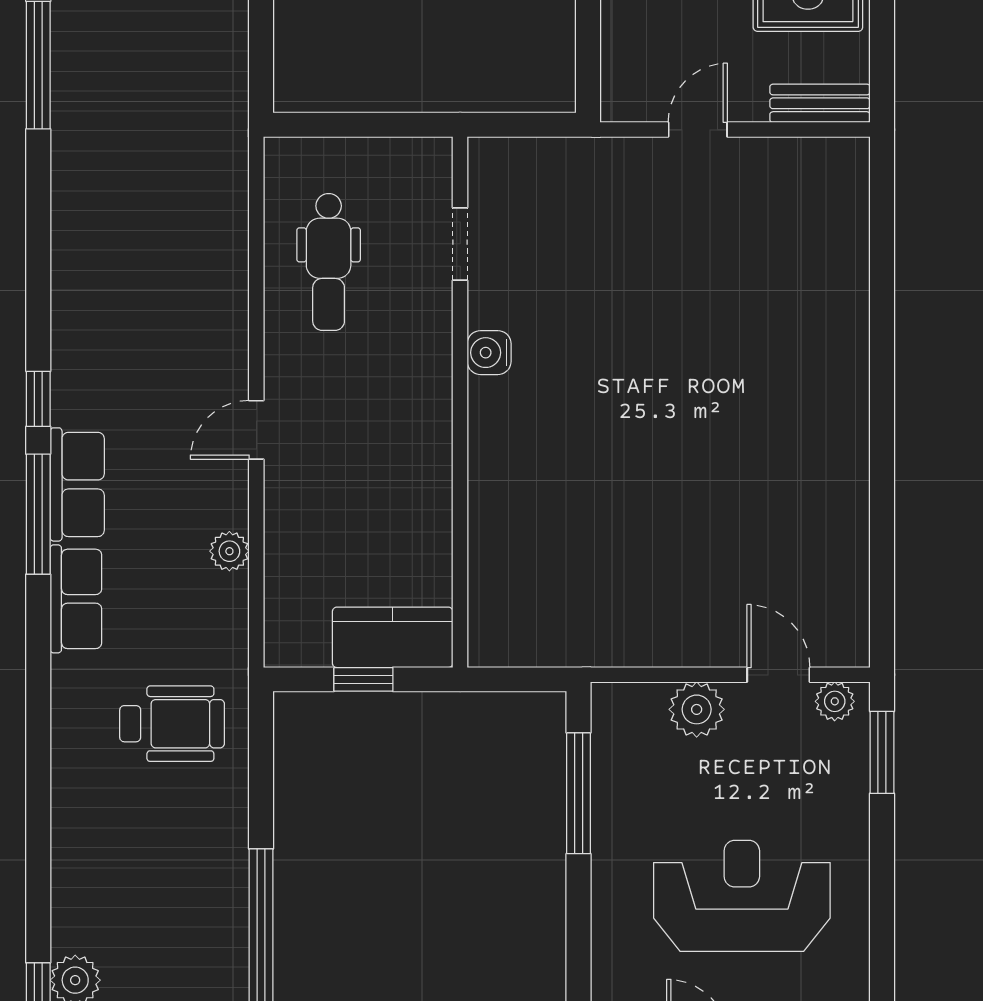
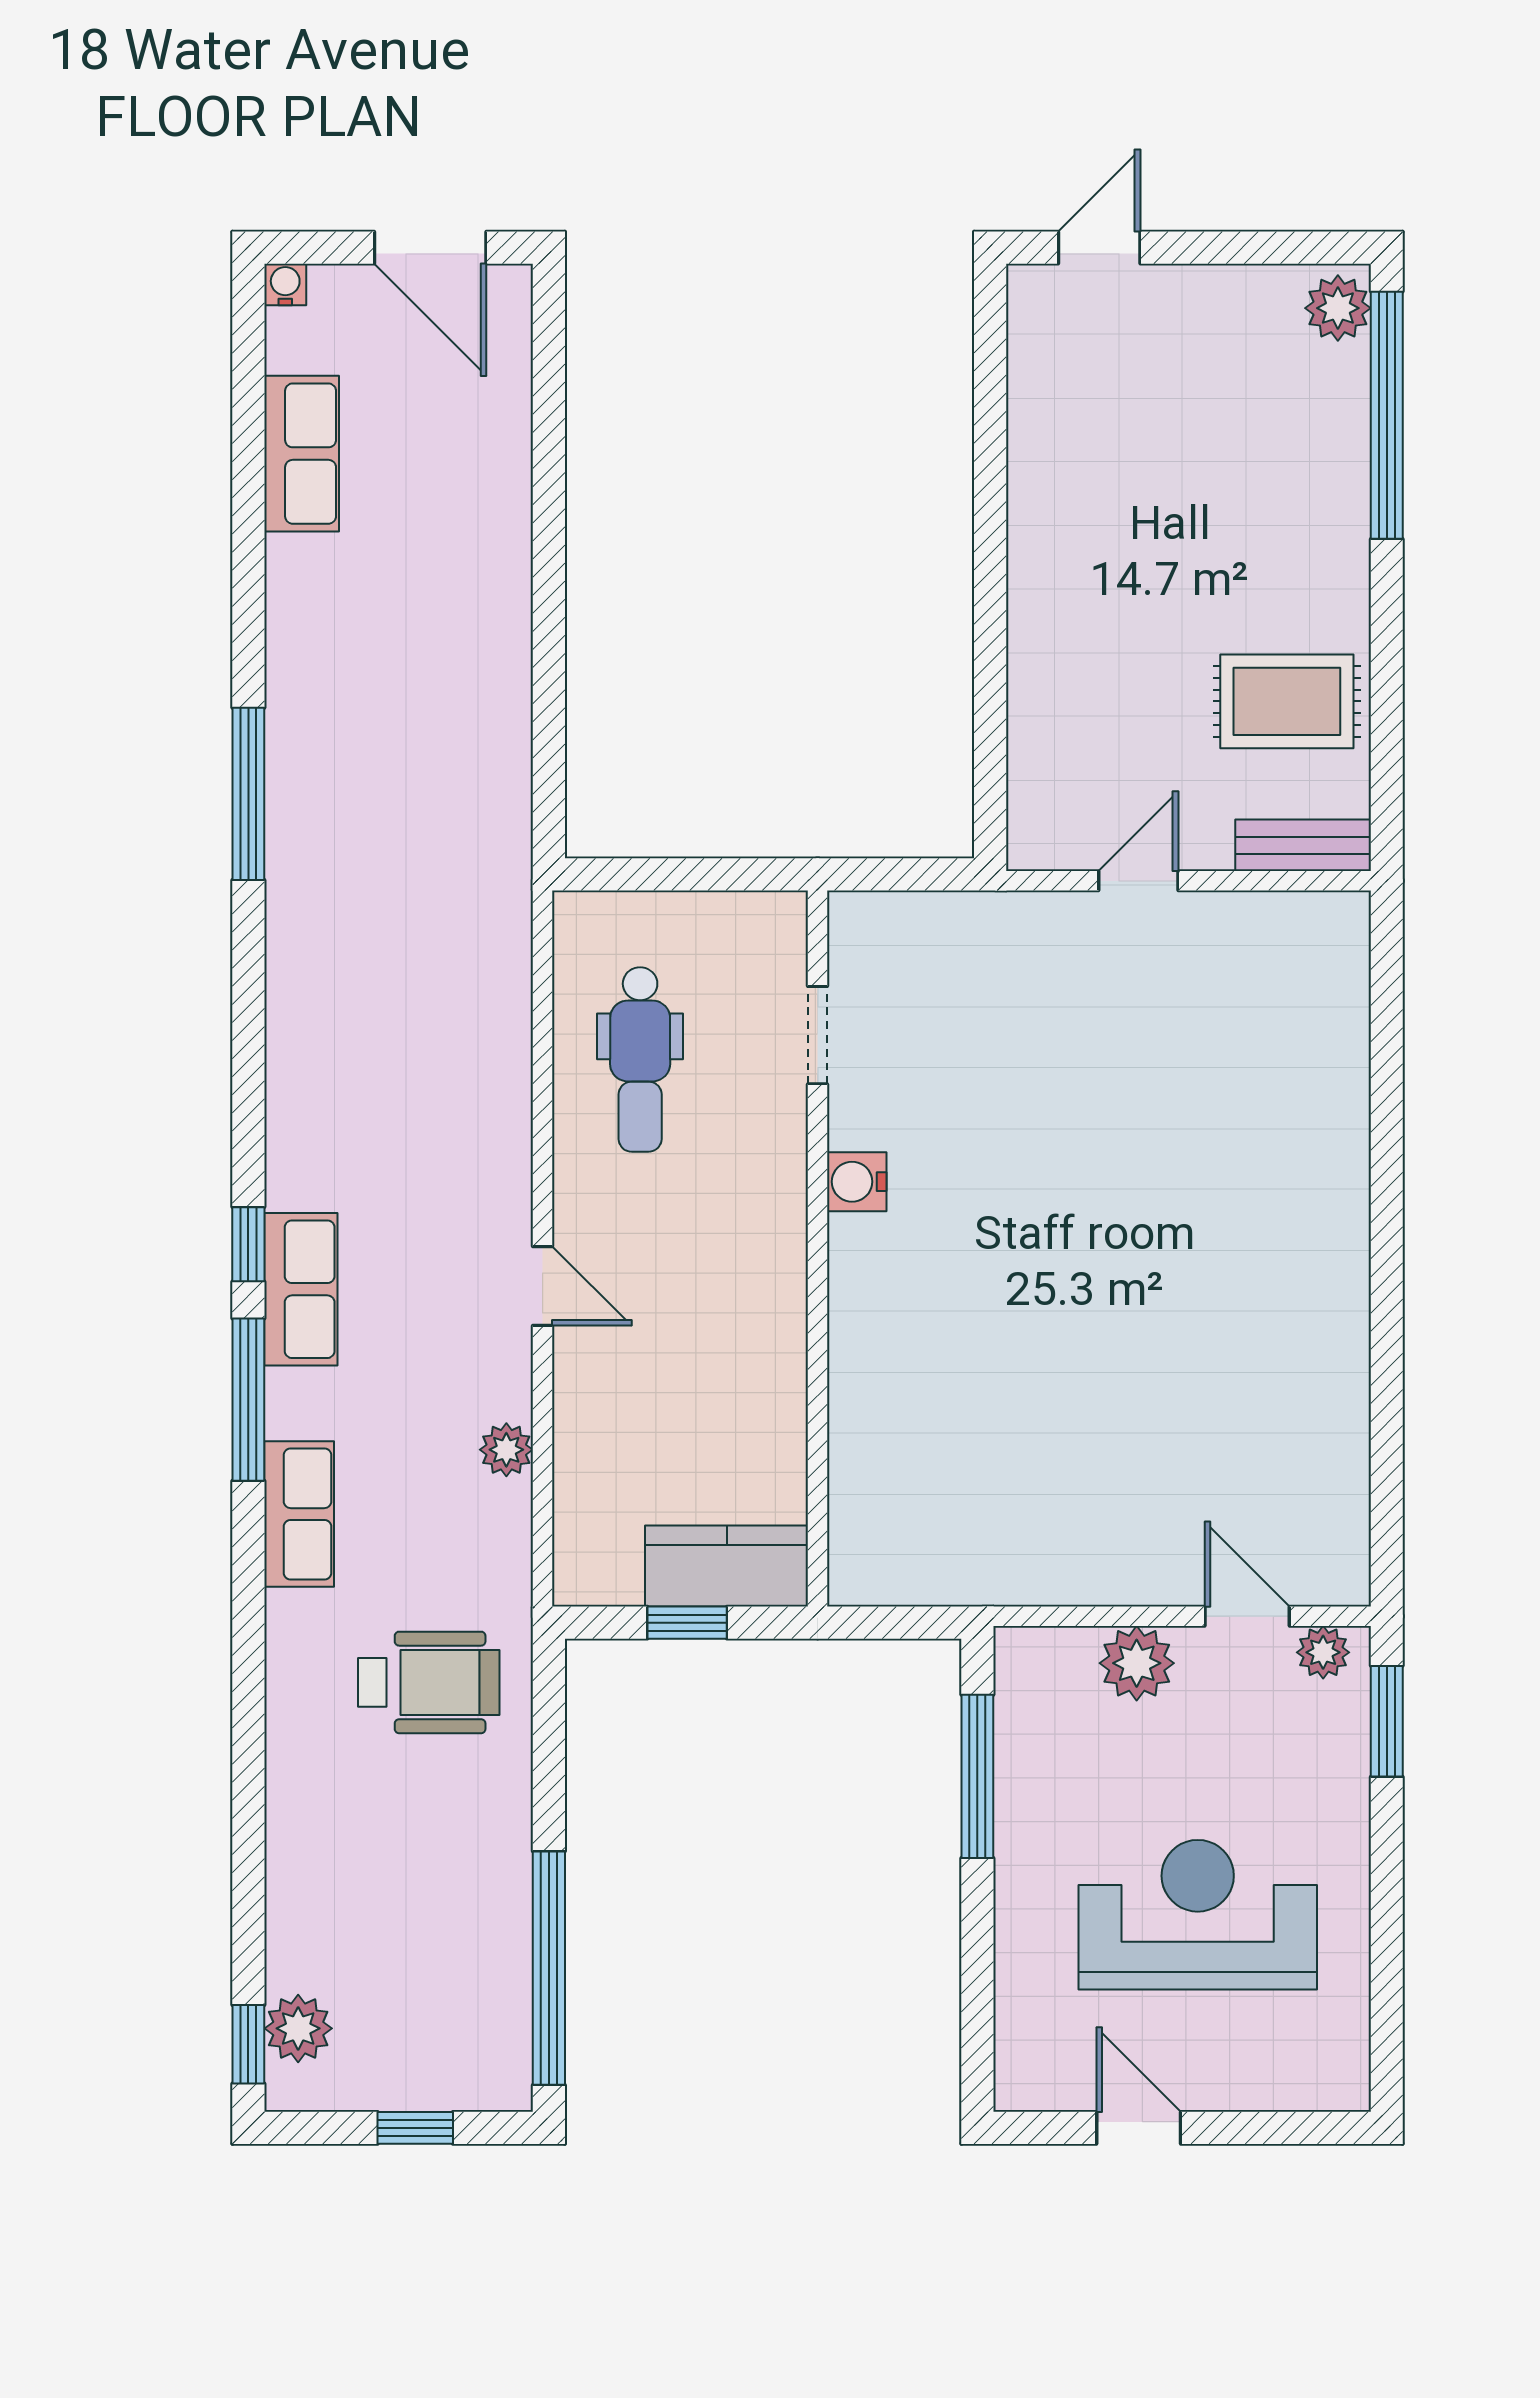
door: (256, 430) -> (543, 1286), swing flipped
row of seats: (77, 484) -> (301, 1289), moved

